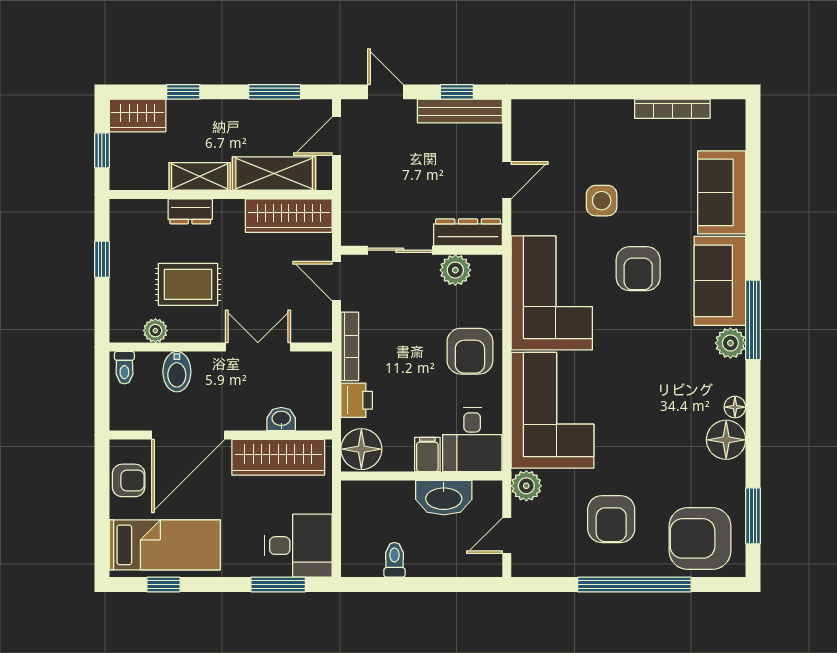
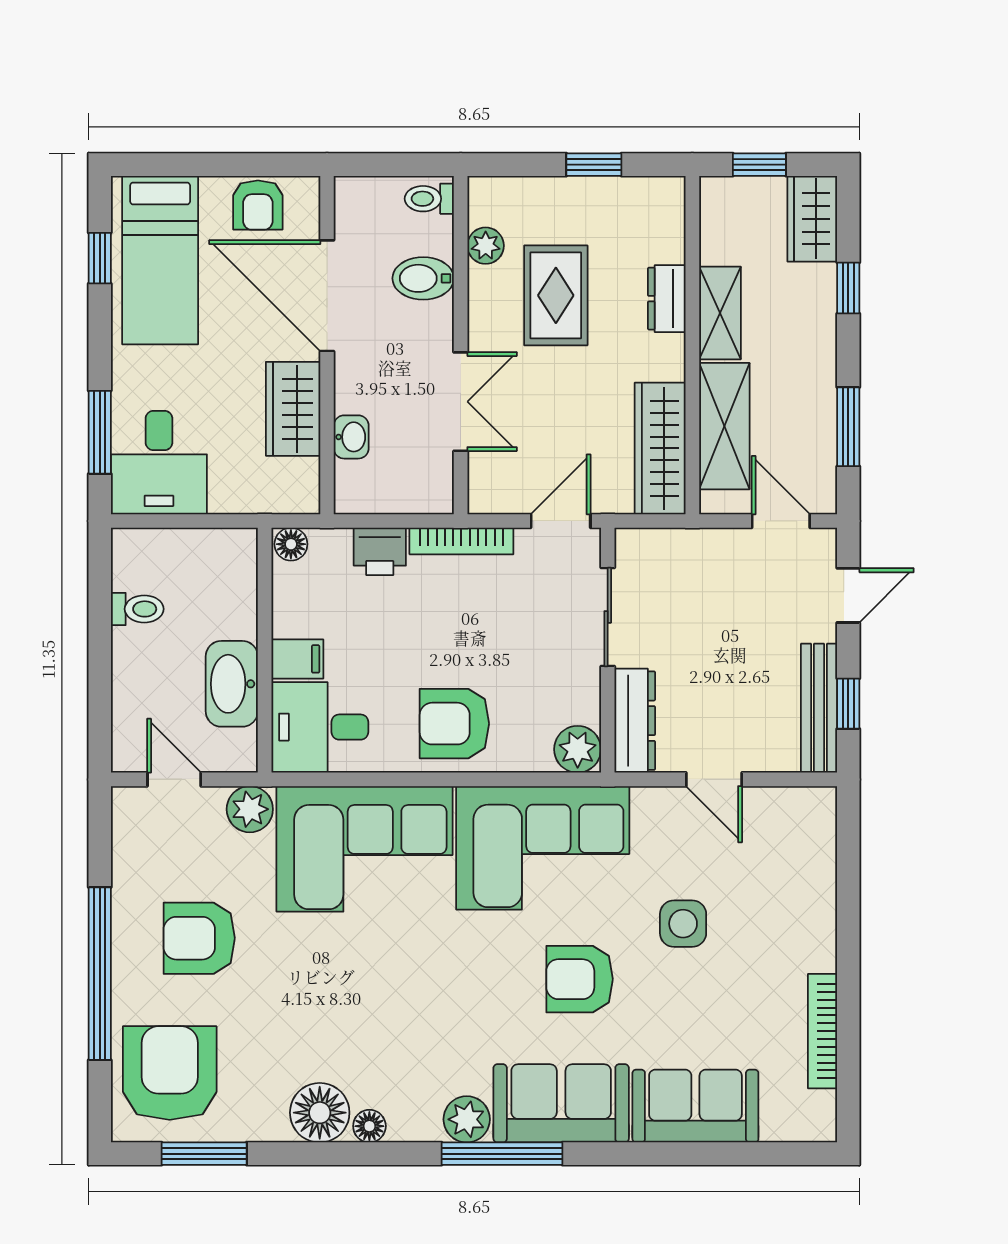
plant: (455, 270) -> (578, 749), moved
floor lamp: (361, 449) -> (291, 544), width x0.53, depth x0.53
wardrobe: (278, 457) -> (293, 409), width x0.67

